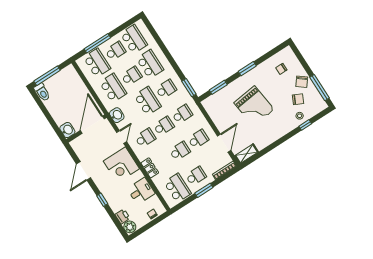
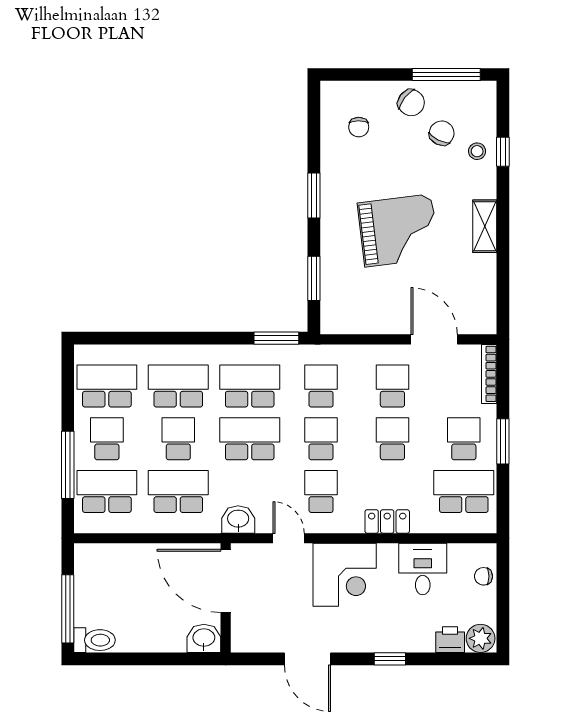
school desk: (166, 89) -> (250, 386), width x1.85
shelving: (246, 154) -> (485, 226), moved

